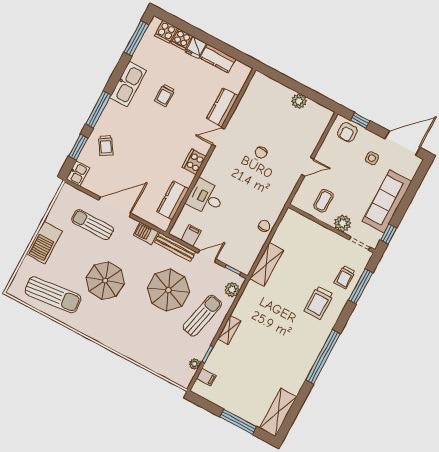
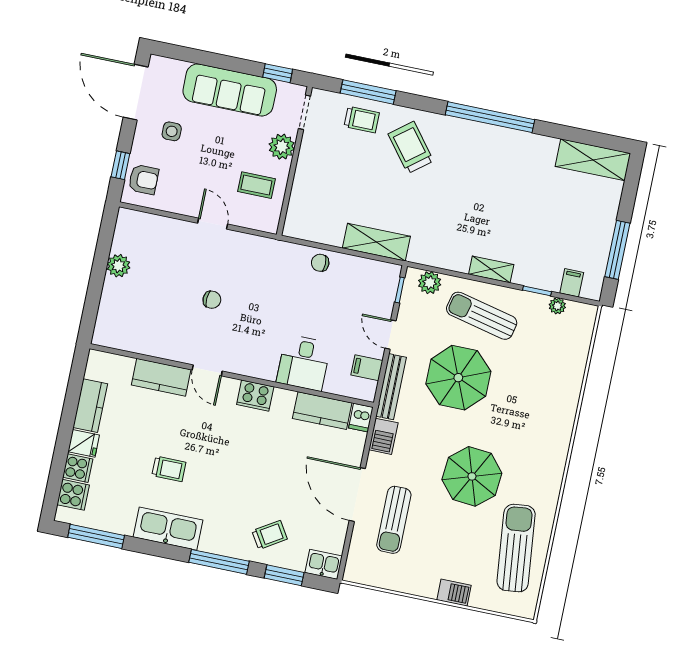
dishwasher: (161, 223) -> (361, 418), added
barbecue: (44, 243) -> (454, 593), width x0.53, depth x0.65
trolley: (319, 303) -> (411, 147), turned -128
window: (238, 422) -> (617, 250), moved

